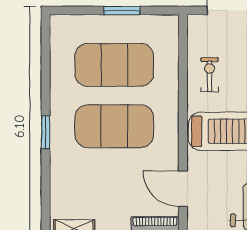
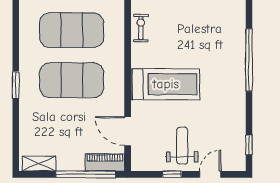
exercise bike: (210, 75) -> (141, 28), moved

